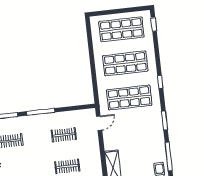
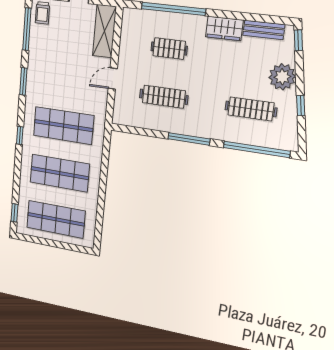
door: (99, 123) -> (113, 79), moved
clothes rail: (64, 135) -> (164, 97), width x1.36

